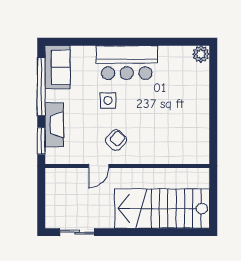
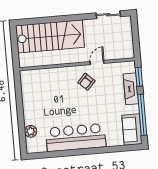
plant: (201, 54) -> (31, 131), moved
bar counter: (127, 63) -> (76, 138), width x1.36
side table: (108, 100) -> (95, 109), removed

